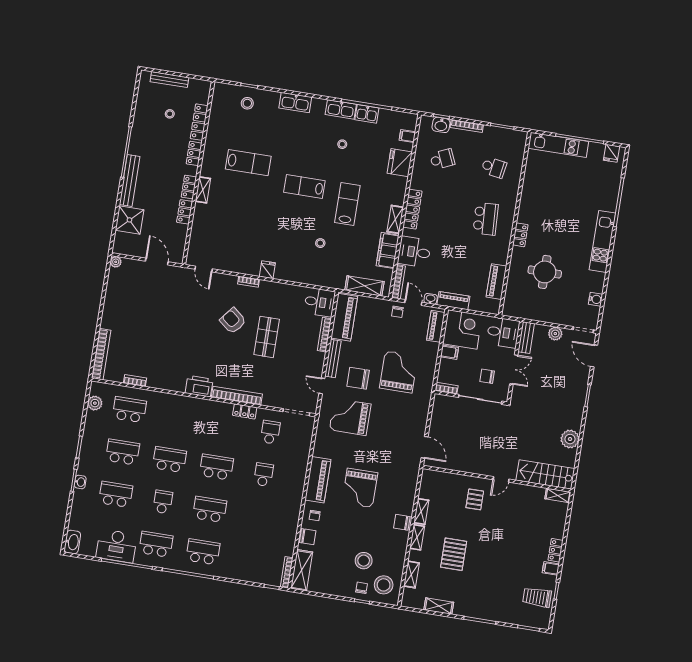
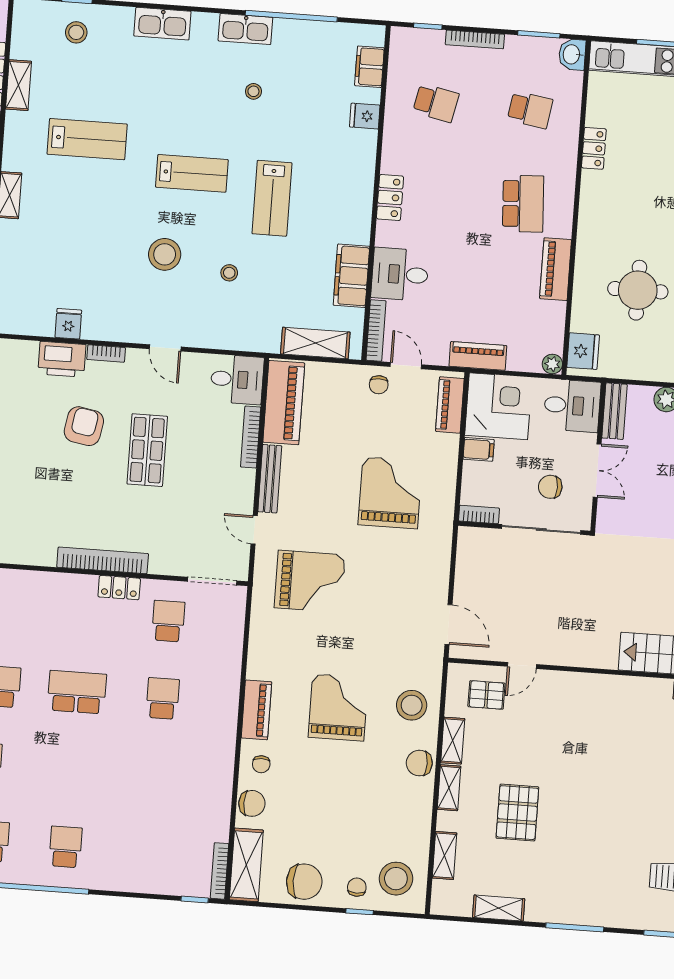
kitchen sink: (367, 114) -> (293, 33), removed
washbasin: (441, 125) -> (572, 54), moved, turned 90
filing cabinet: (407, 136) -> (369, 67), width x2.00
school desk: (442, 159) -> (436, 103), turned 36
fridge: (400, 163) -> (365, 116), width x0.53, depth x0.75
lab bench: (304, 186) -> (192, 173), turned 180
lab bench: (347, 204) -> (272, 198), turned 180
locker: (412, 209) -> (390, 197), width x0.66
shelving: (395, 219) -> (18, 85), moved
stool: (286, 230) -> (165, 254), added
locker: (520, 235) -> (594, 148), moved
door: (204, 269) -> (165, 348), moved
fridge: (267, 270) -> (68, 324), moved
piano: (496, 282) -> (556, 269), moved
washbasin: (431, 299) -> (436, 356), removed
fridge: (512, 303) -> (583, 351), added
plant: (494, 309) -> (552, 364), added
armchair: (233, 321) -> (84, 426), turned 61
chair: (358, 378) -> (304, 882), moved, turned 180
printer: (199, 386) -> (62, 359), moved, turned 180
grand piano: (350, 417) -> (310, 581), turned 180
door: (501, 479) -> (522, 665), moved
piano: (318, 480) -> (256, 710), width x0.73, depth x0.75
grand piano: (360, 488) -> (338, 707), turned 180
pallet: (475, 499) -> (486, 695), moved, turned 90
school desk: (210, 509) -> (71, 769), removed
school desk: (203, 552) -> (66, 847), width x0.54
stool: (364, 561) -> (412, 705), moved

